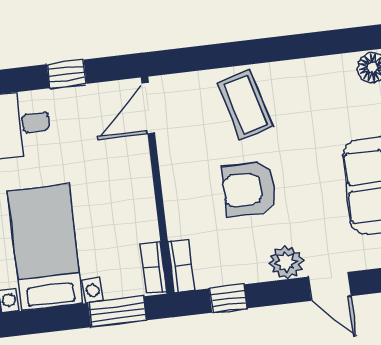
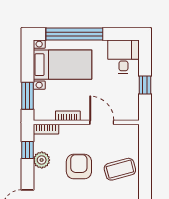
door: (148, 108) -> (102, 122), moved
plant: (286, 262) -> (42, 160), moved
bookcase: (153, 268) -> (68, 116), moved

